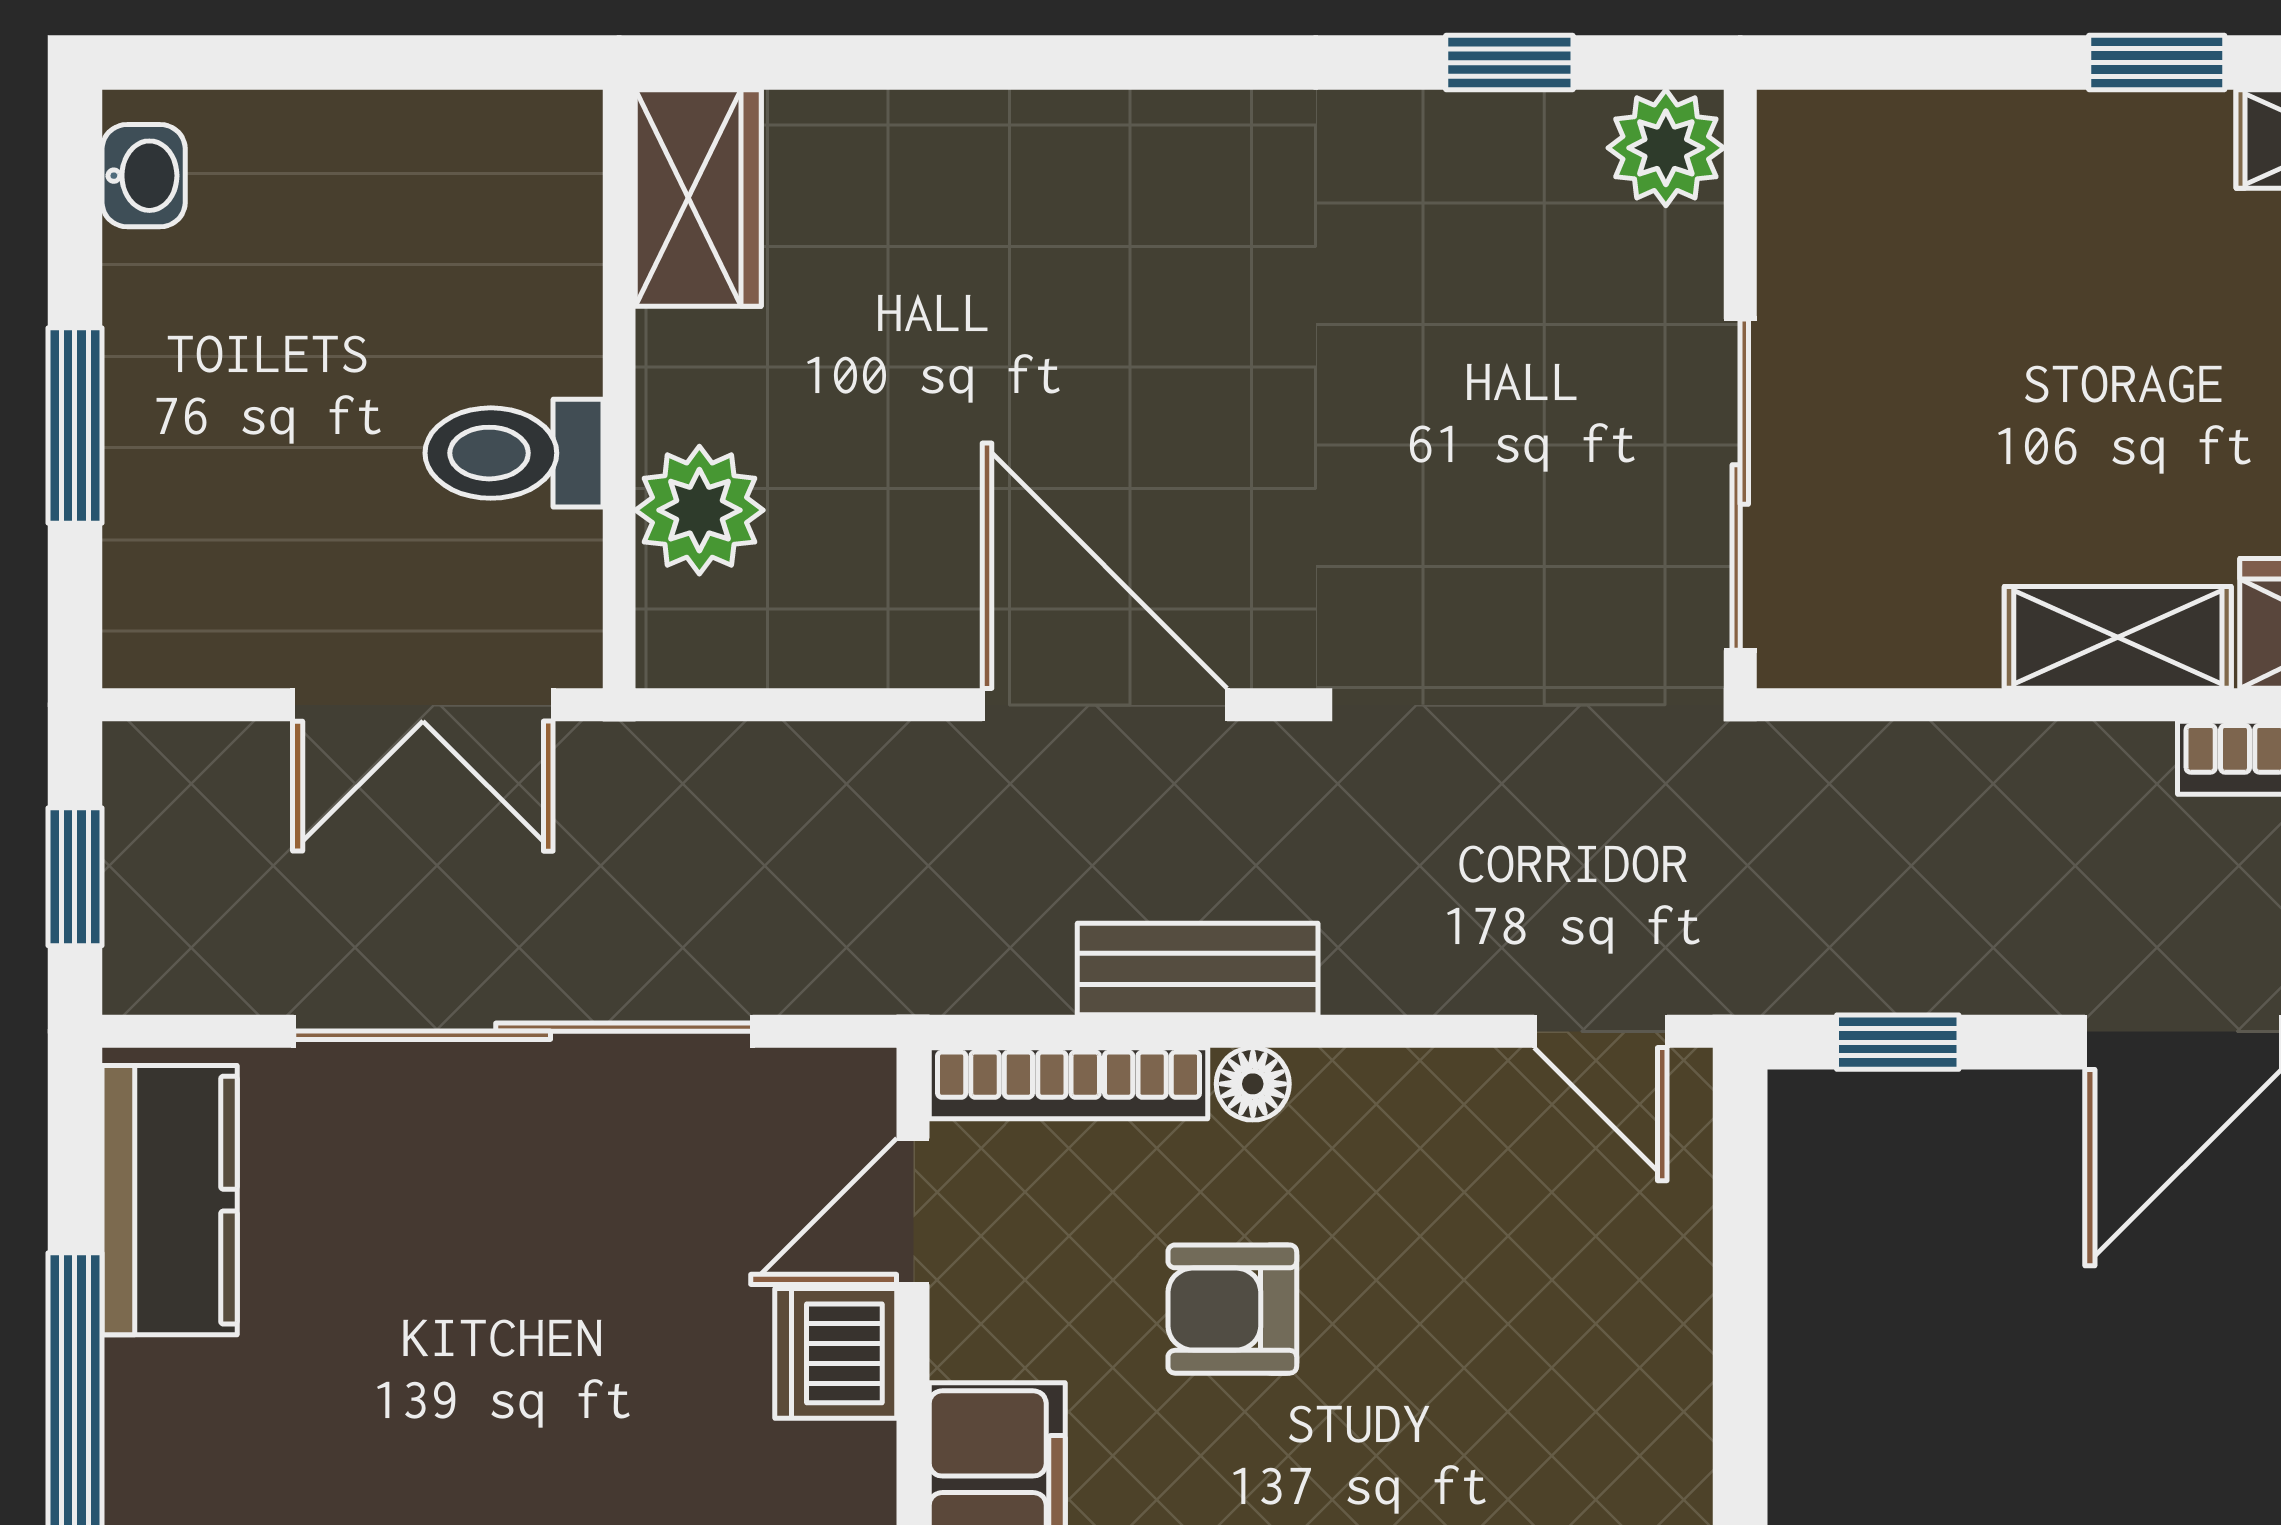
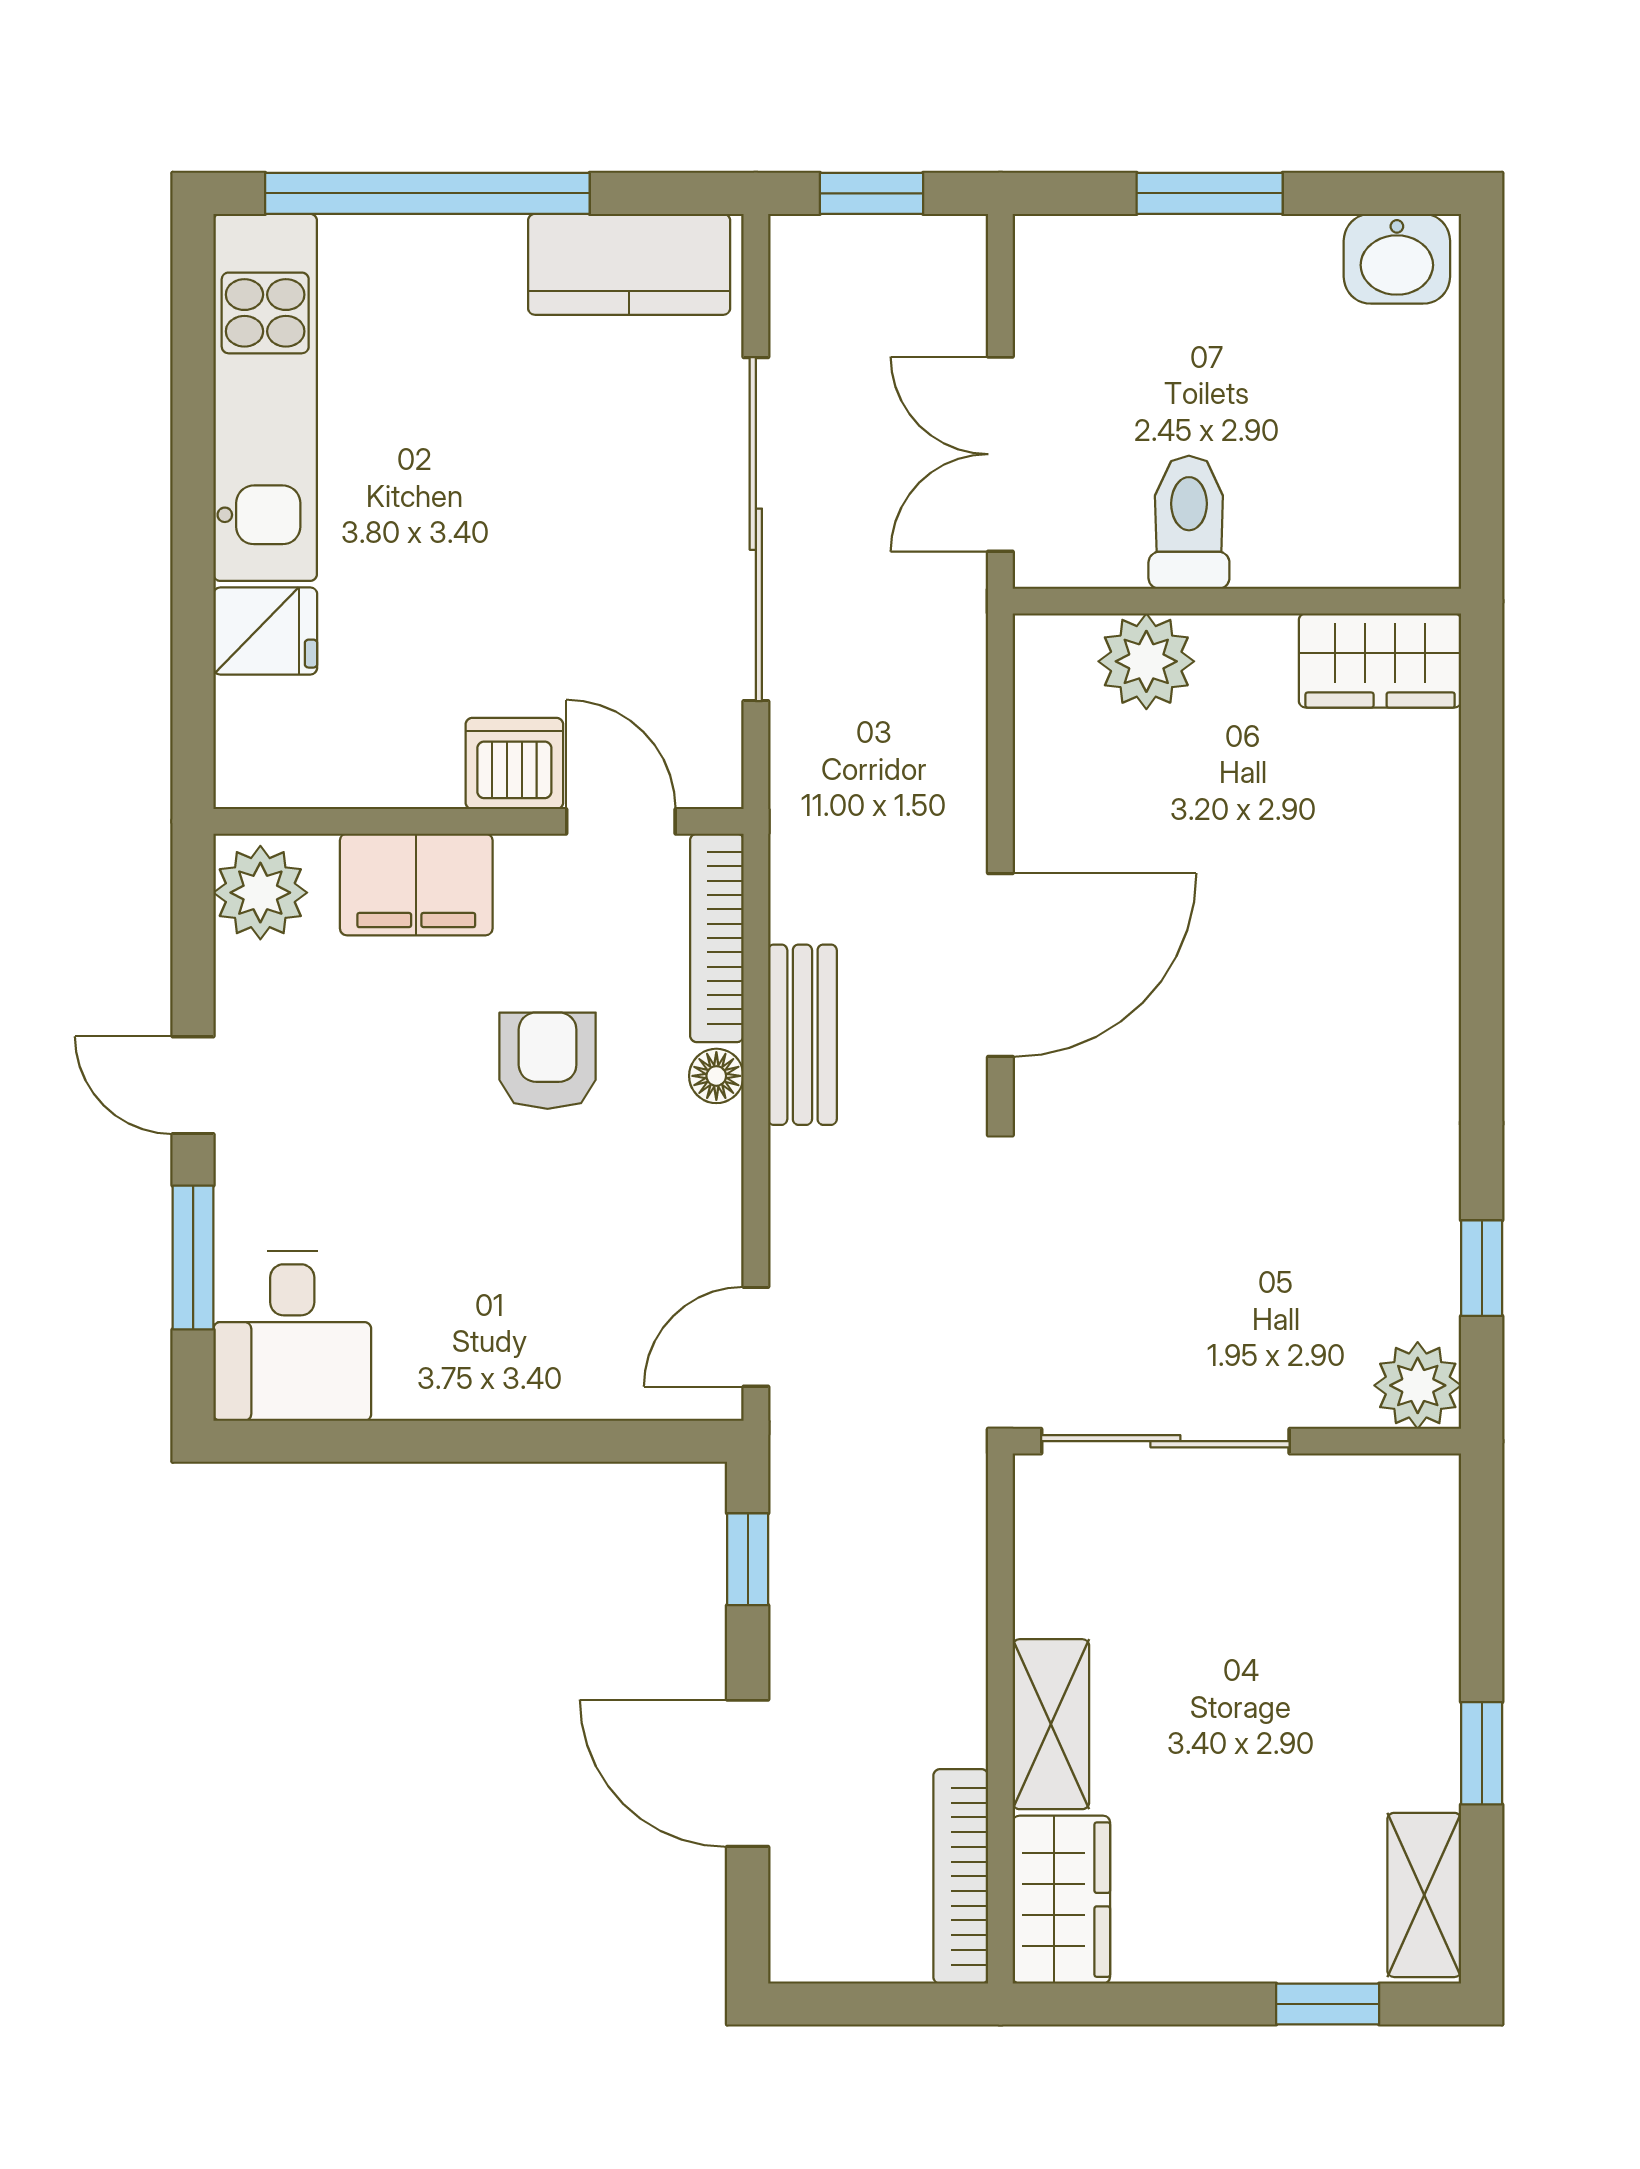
washbasin: (144, 176) -> (1397, 259), width x1.38, depth x1.45

